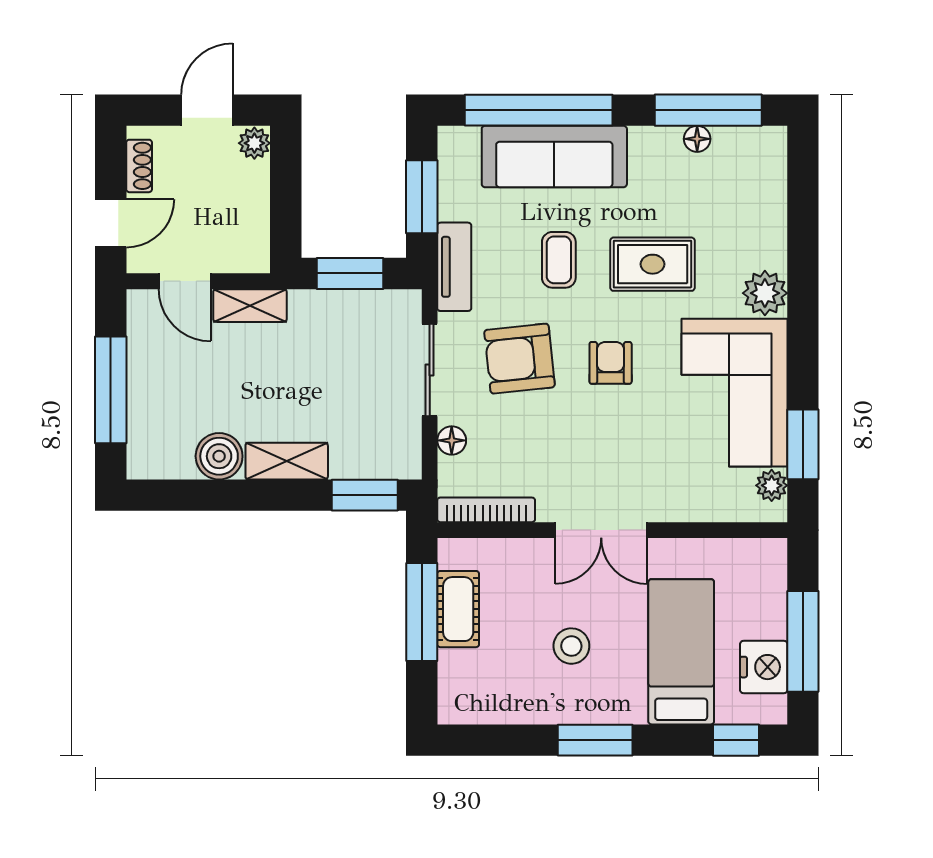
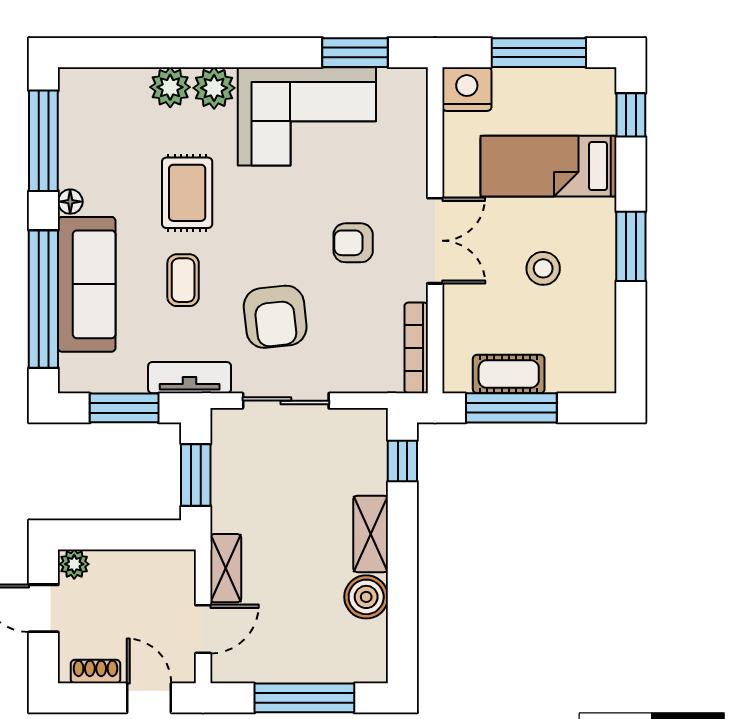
floor lamp: (697, 139) -> (70, 202), moved
coffee table: (559, 260) -> (183, 280), turned 90
armchair: (611, 363) -> (353, 243), moved
floor lamp: (452, 440) -> (351, 380), removed
plant: (772, 485) -> (170, 87), moved, width x1.38, depth x1.38
window: (365, 495) -> (402, 461), width x0.67
nightstand: (764, 667) -> (467, 89), moved

